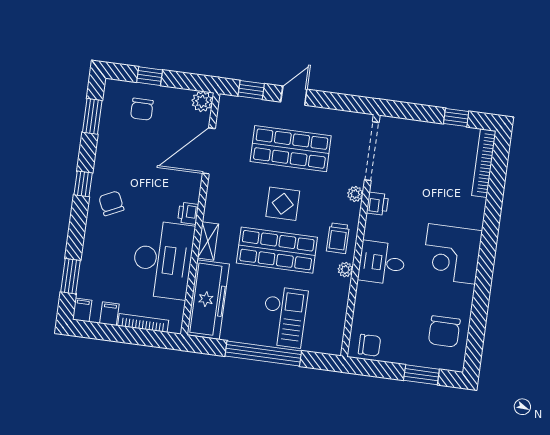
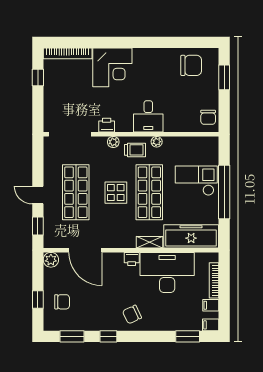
window: (83, 184) -> (108, 336), moved
plant: (355, 194) -> (113, 142), moved
corner desk: (452, 254) -> (112, 67), moved
chair: (369, 345) -> (208, 117), turned 180

